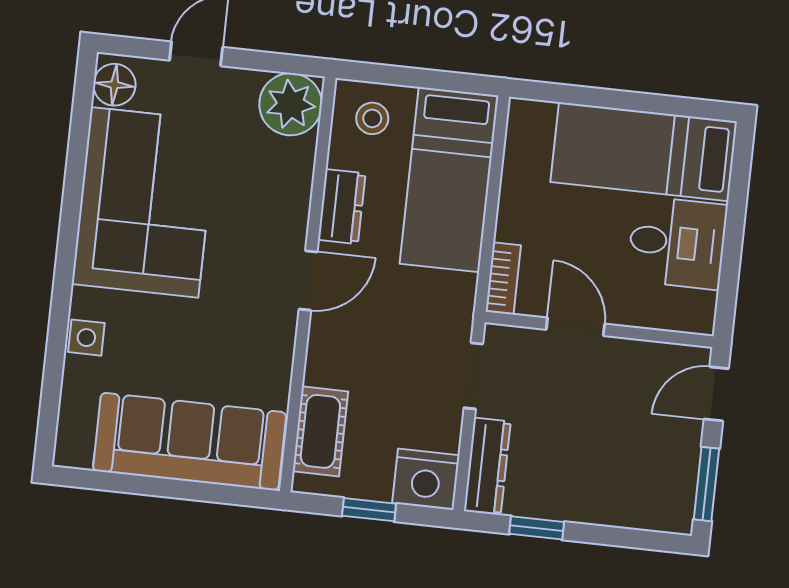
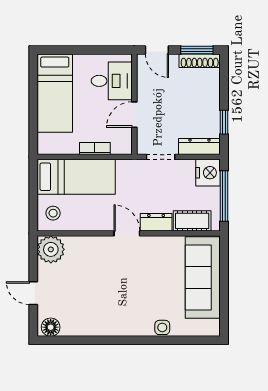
corner sofa: (144, 202) -> (101, 309), removed
dresser: (342, 207) -> (156, 222), moved
desk: (677, 243) -> (112, 81), moved, turned 90
bookcase: (503, 278) -> (95, 148), moved
shoe rack: (681, 488) -> (200, 61), added
window: (369, 510) -> (224, 196), width x2.17

